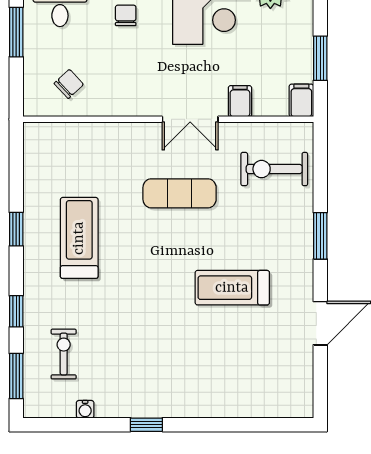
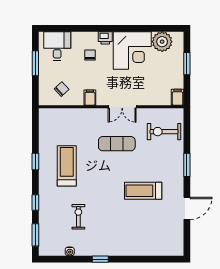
window: (320, 58) -> (187, 64), moved
filing cabinet: (240, 101) -> (90, 98), moved
exercise bike: (64, 354) -> (78, 217), moved

